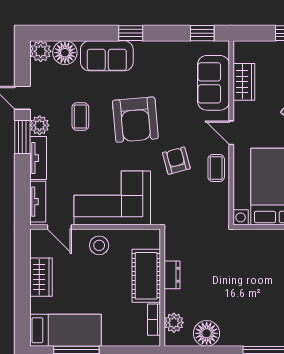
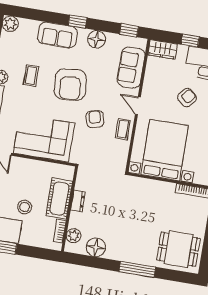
floor lamp: (65, 53) -> (97, 39), moved
wardrobe: (244, 82) -> (162, 49), moved, turned 90
stool: (99, 245) -> (25, 207), moved

